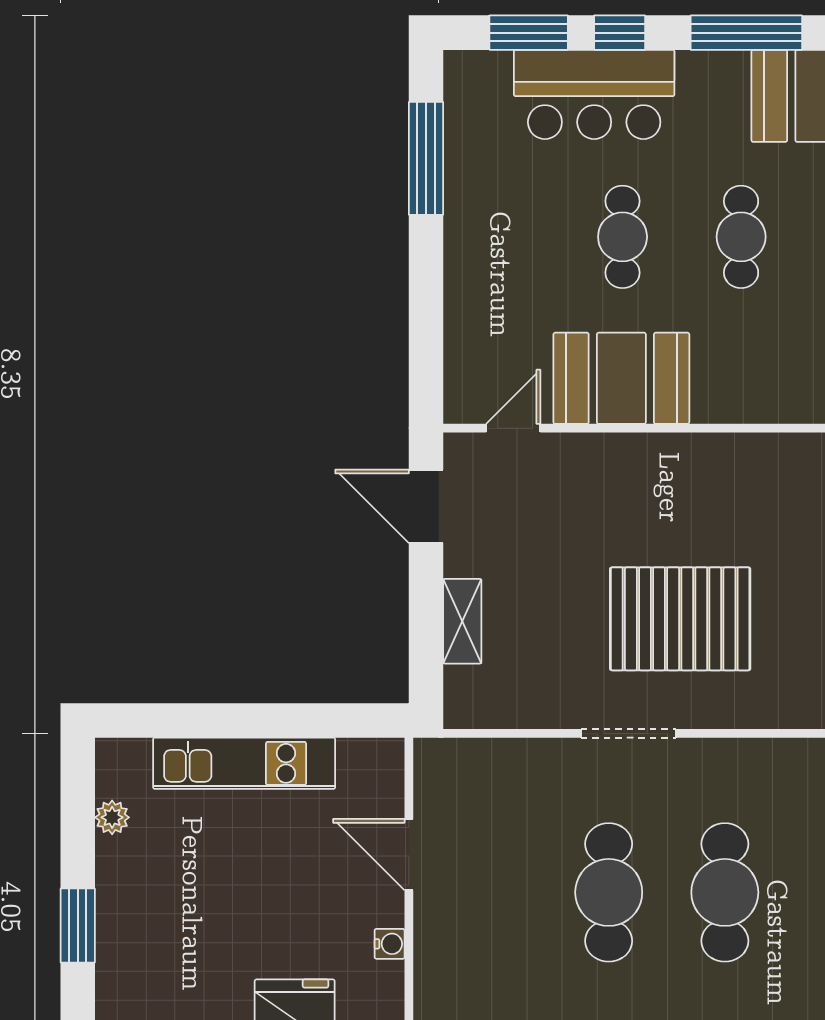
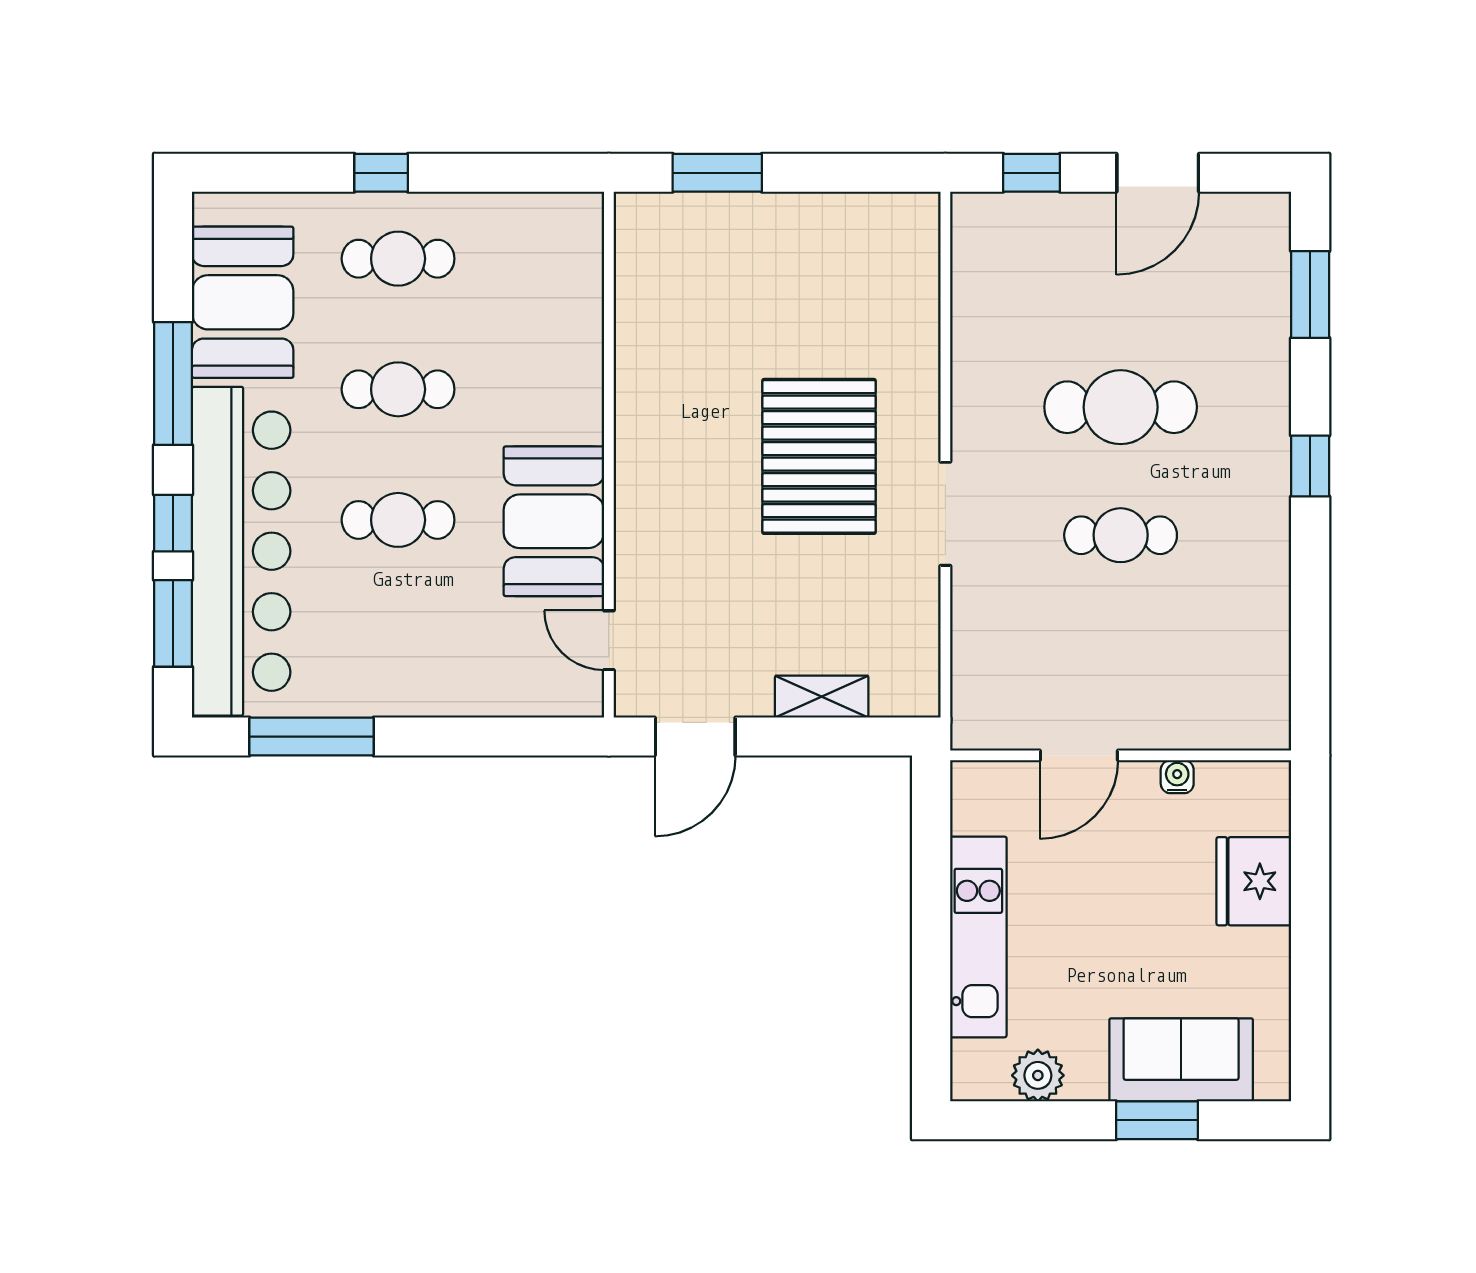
bar counter: (594, 94) -> (241, 551), width x1.86
plant: (112, 817) -> (1038, 1075), width x1.38, depth x1.38
cafe table: (609, 892) -> (1121, 535), width x0.73, depth x0.74
sofa: (133, 947) -> (1181, 1060), added

